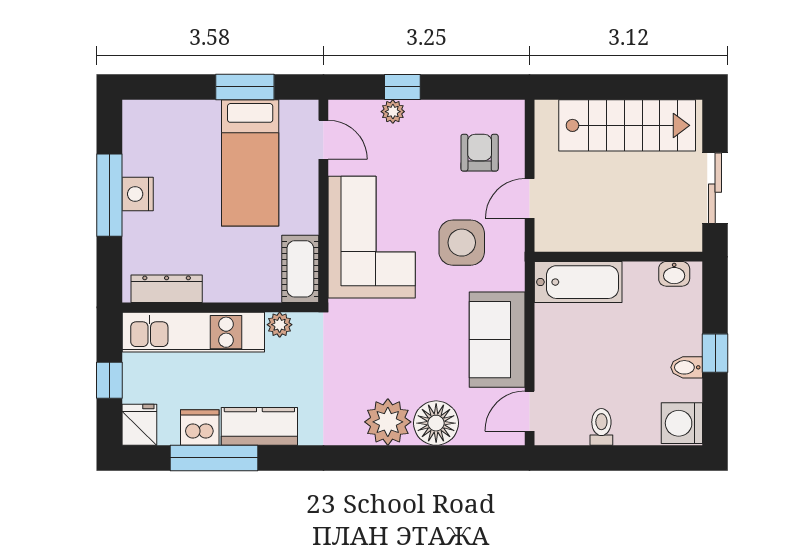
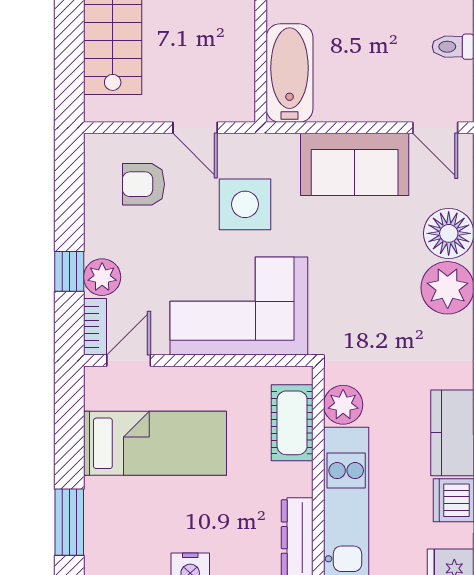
window: (245, 87) -> (69, 522), moved
bookcase: (353, 110) -> (95, 327), added
plant: (393, 112) -> (102, 277), width x1.38, depth x1.38
cot: (300, 269) -> (292, 423), moved, turned 90
plant: (280, 325) -> (343, 405), width x1.38, depth x1.38

